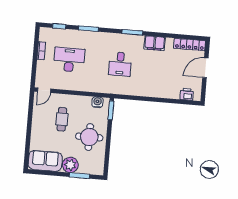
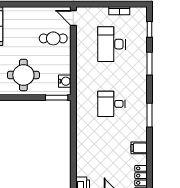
filing cabinet: (155, 43) -> (139, 148), width x0.50
desk: (69, 60) -> (111, 44), turned 180
cafe table: (62, 119) -> (53, 38), moved

